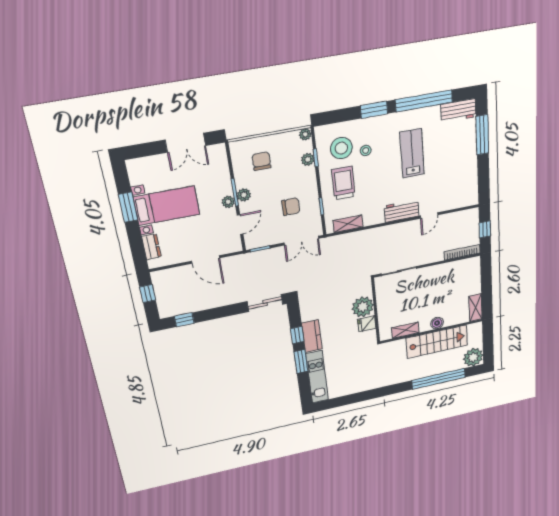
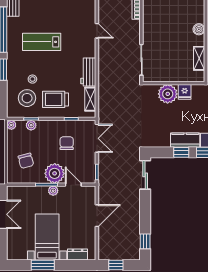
chair: (261, 161) -> (26, 161), turned -105
plant: (244, 195) -> (55, 173), width x1.88, depth x1.88
workbench: (402, 211) -> (88, 72), moved

